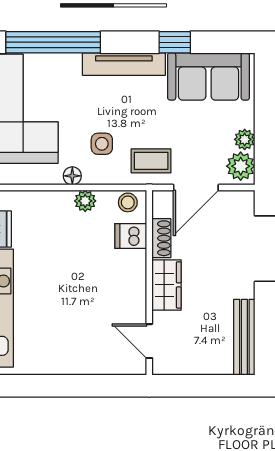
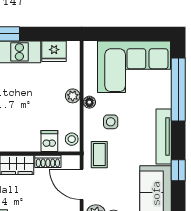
plant: (85, 201) -> (73, 96), moved

